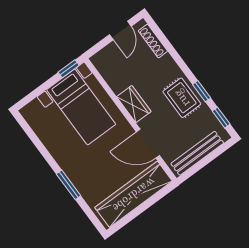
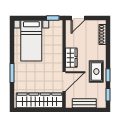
door: (120, 31) -> (78, 18), moved
bed with nightstands: (81, 107) -> (31, 41), moved
door: (148, 144) -> (64, 81), swing flipped
bench: (197, 153) -> (84, 103), width x0.73

